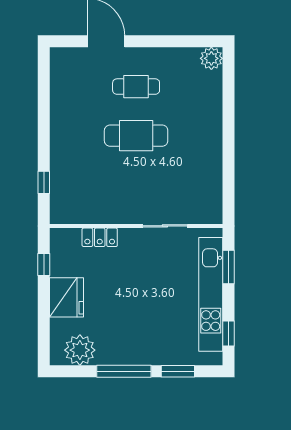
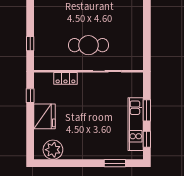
cafe table: (136, 136) -> (88, 45), moved
window: (228, 267) -> (147, 110), moved
kitchen unit: (211, 294) -> (136, 124), width x0.73
window: (124, 371) -> (81, 163), removed

